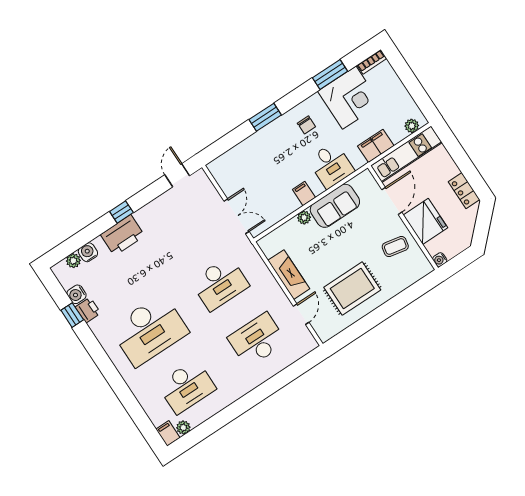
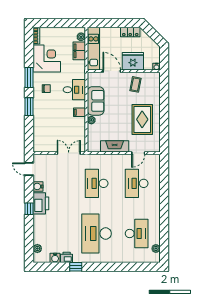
window: (330, 75) -> (29, 78), moved
filing cabinet: (376, 146) -> (79, 51), moved
printer: (123, 235) -> (41, 203), moved
water cooler: (88, 252) -> (38, 186), moved
desk: (220, 284) -> (97, 183), turned 180
door: (301, 314) -> (138, 153), swing flipped
window: (72, 315) -> (76, 267), moved
desk: (149, 330) -> (97, 234), turned 180
filing cabinet: (168, 434) -> (154, 258), removed

